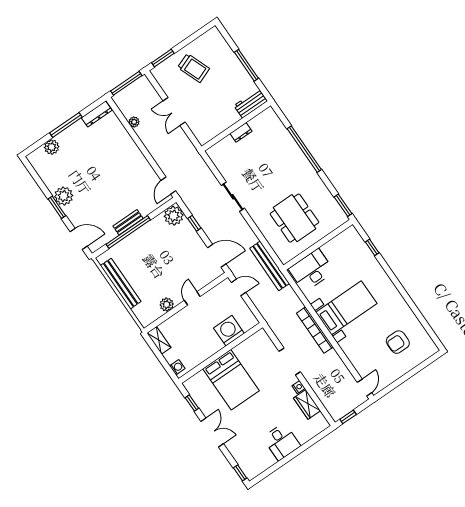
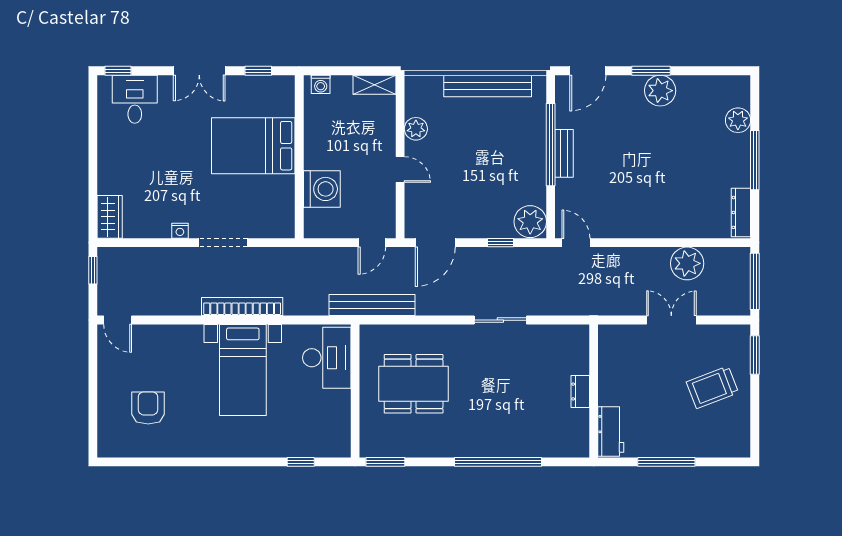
plant: (134, 122) -> (687, 263), width x1.88, depth x1.88
wardrobe: (307, 404) -> (110, 217), moved, turned 90
desk: (282, 442) -> (135, 99), moved, turned 90

